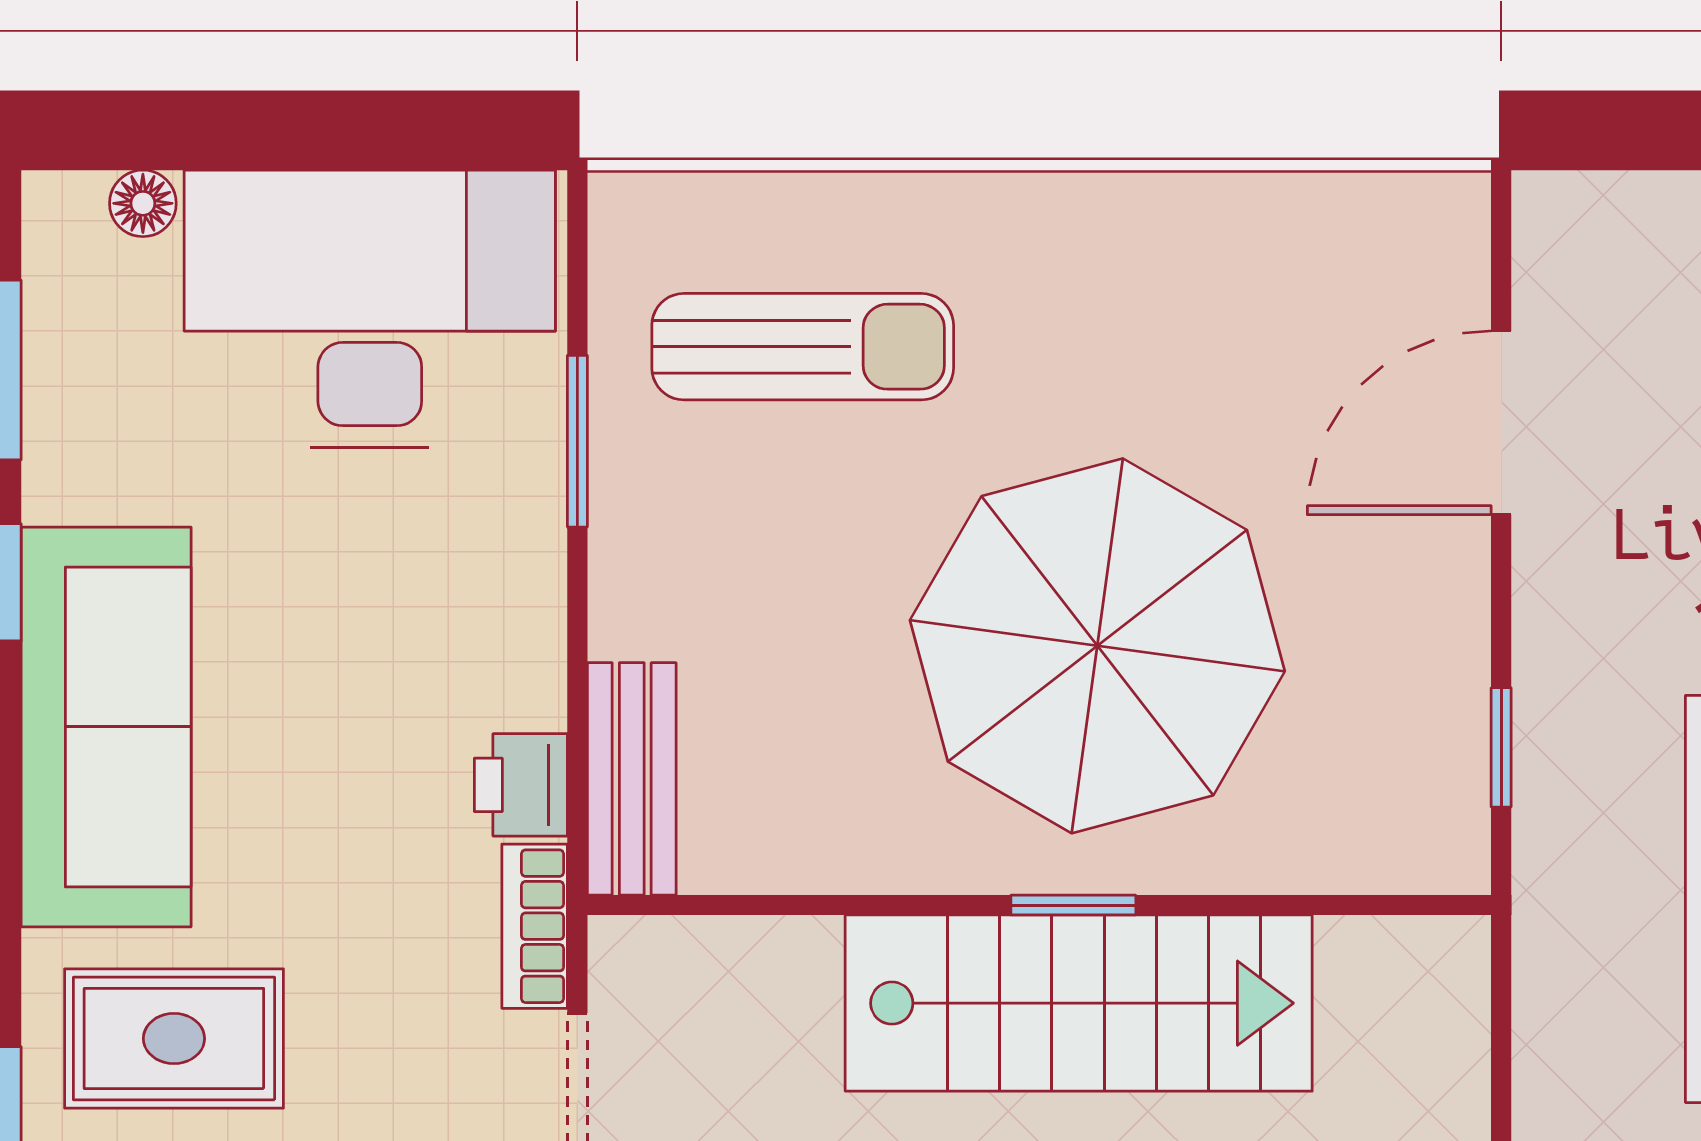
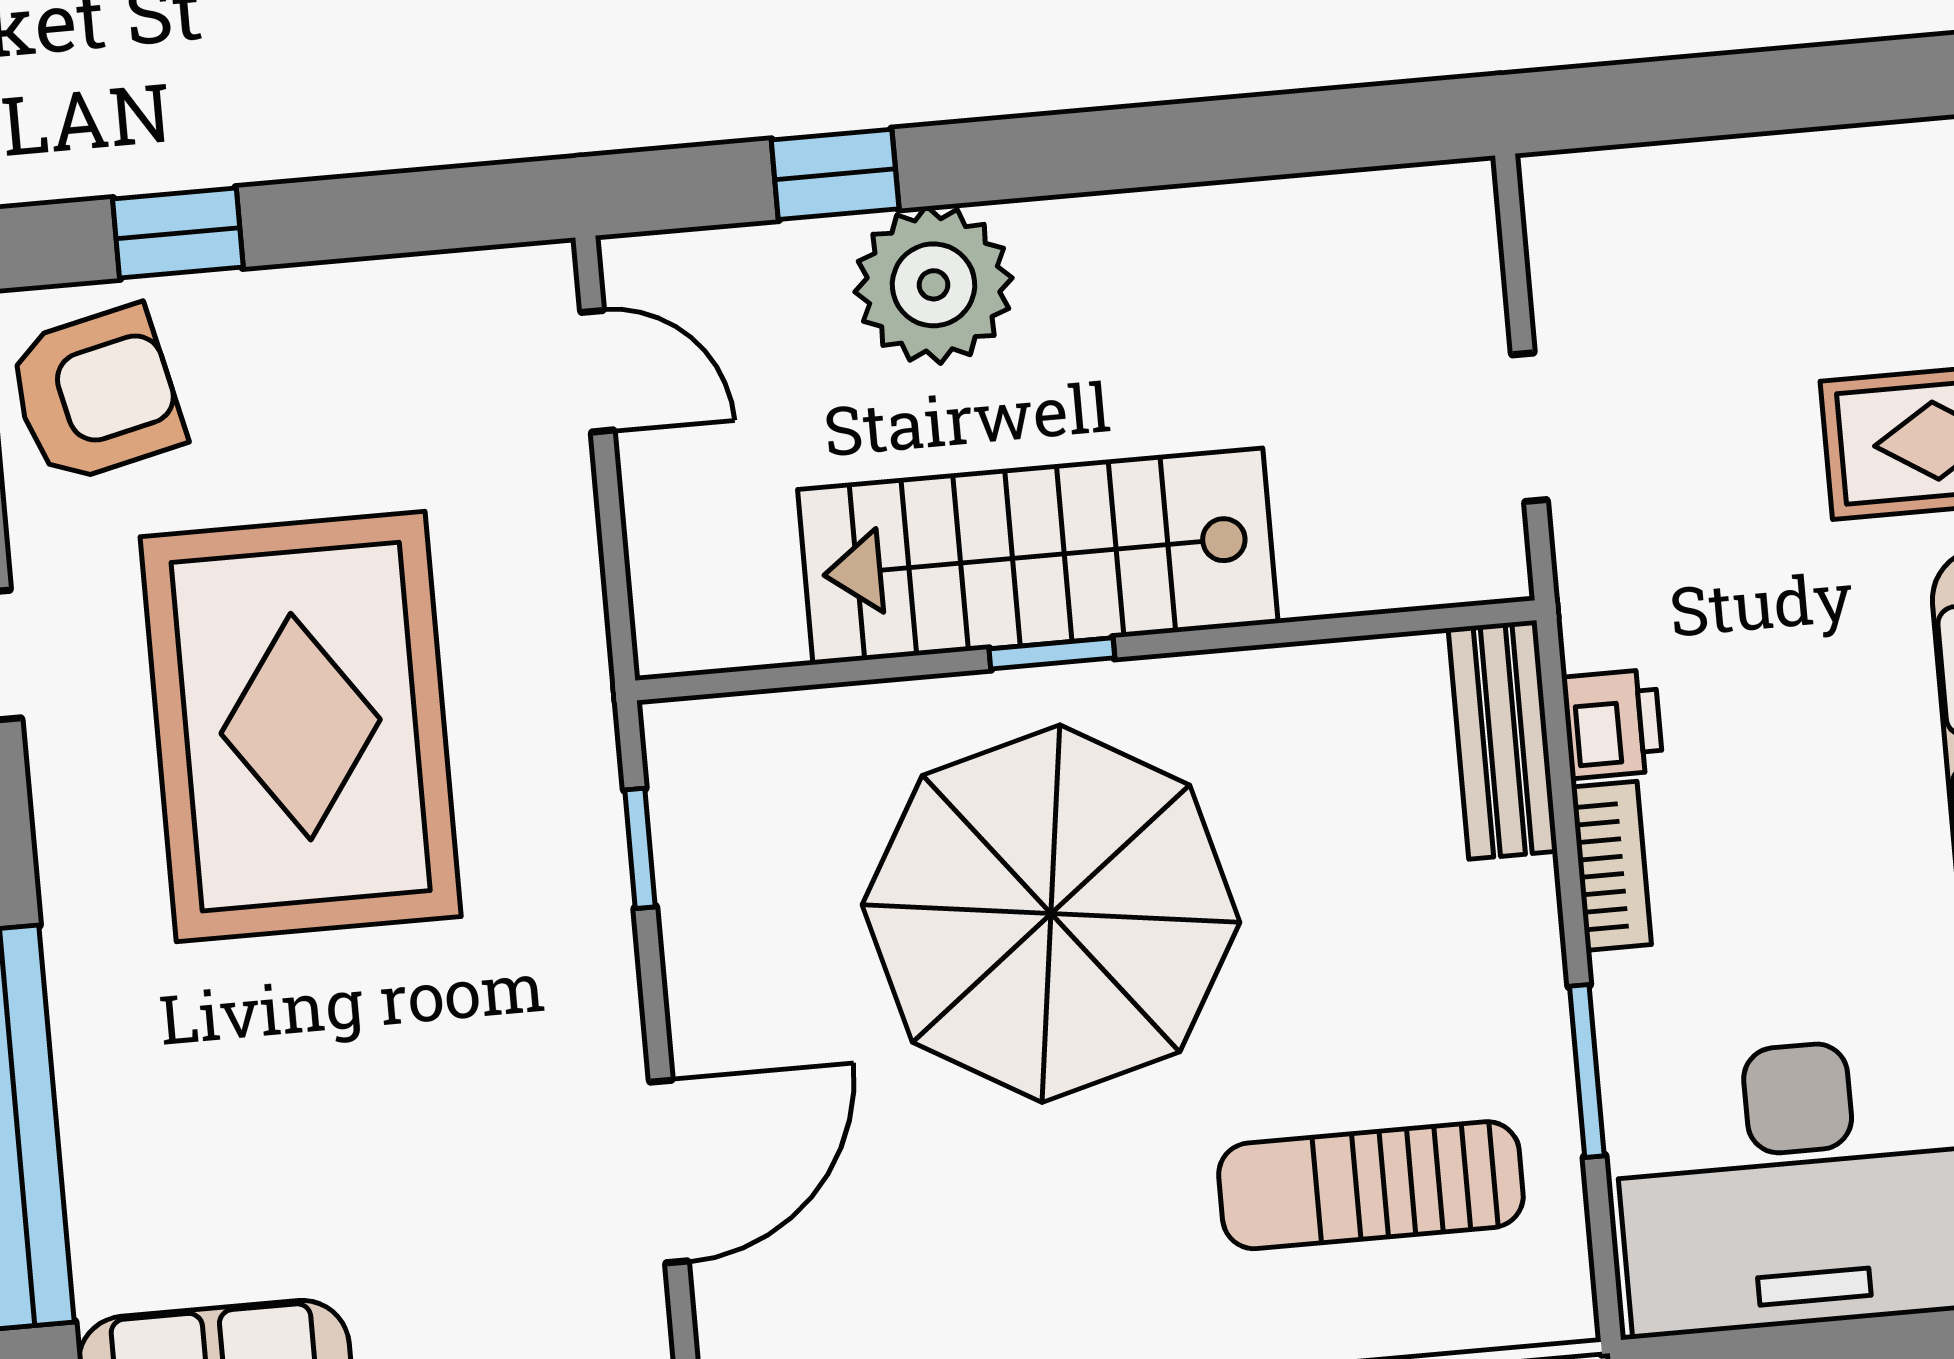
bookcase: (535, 926) -> (1611, 866), moved

